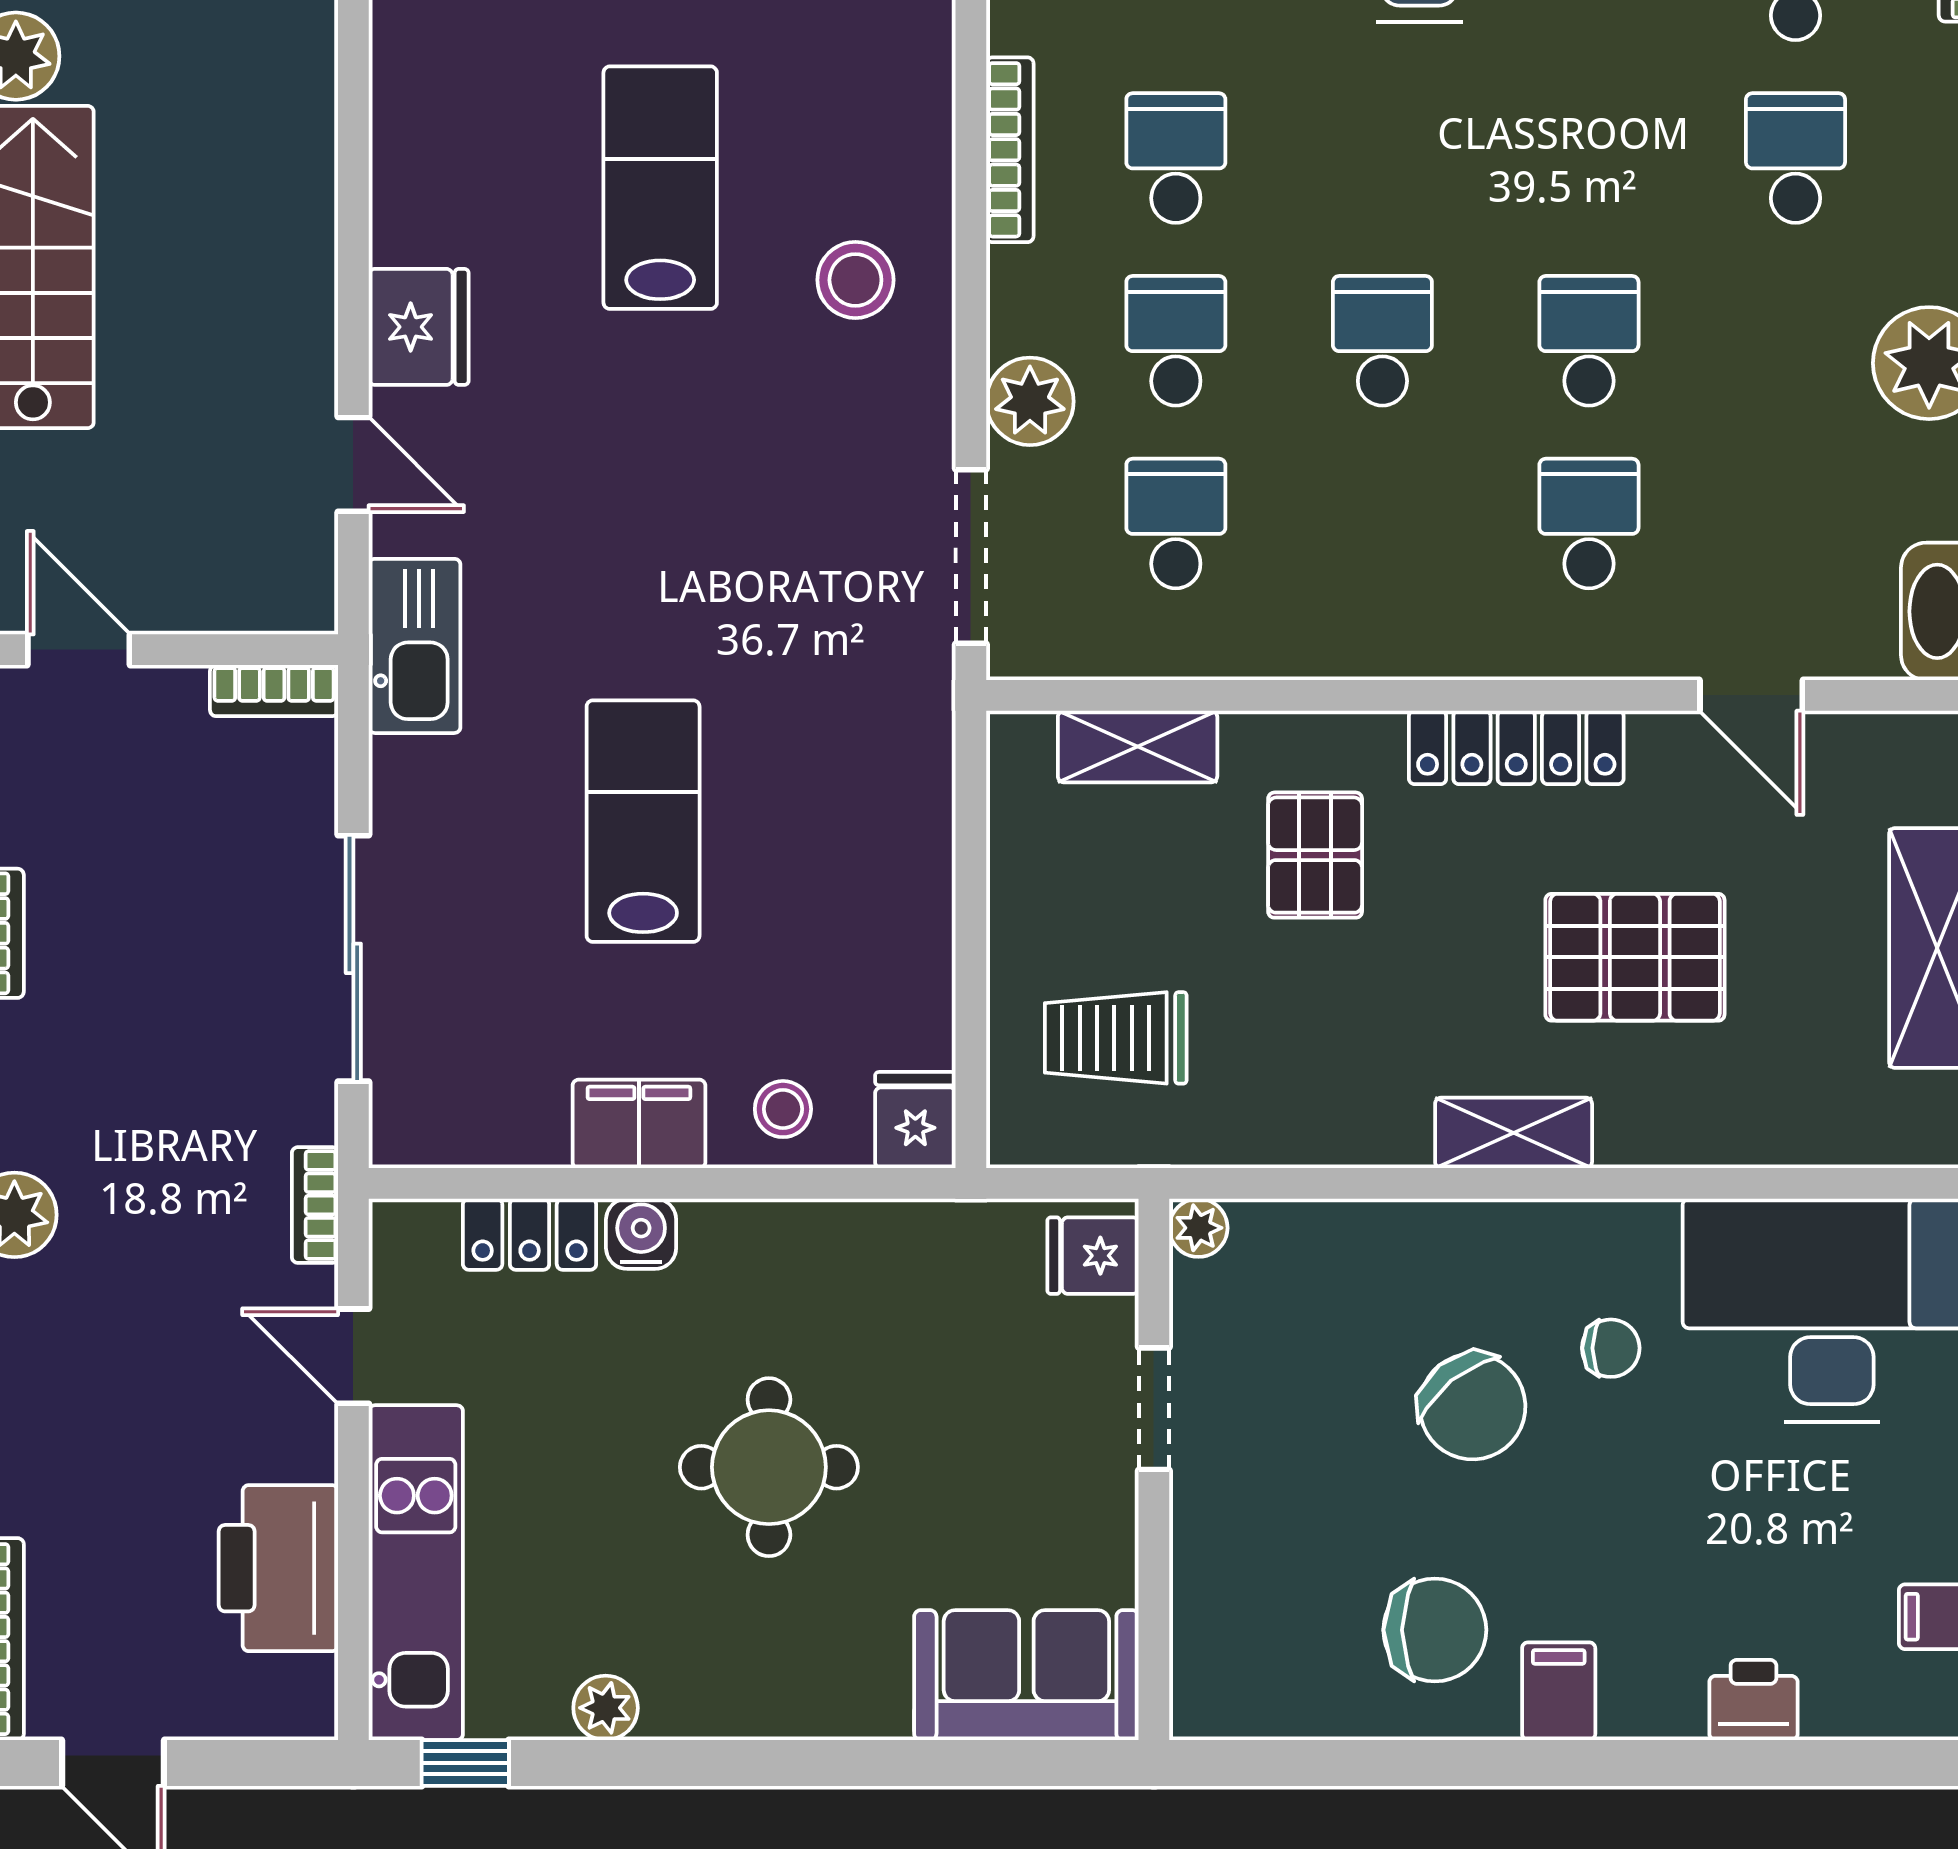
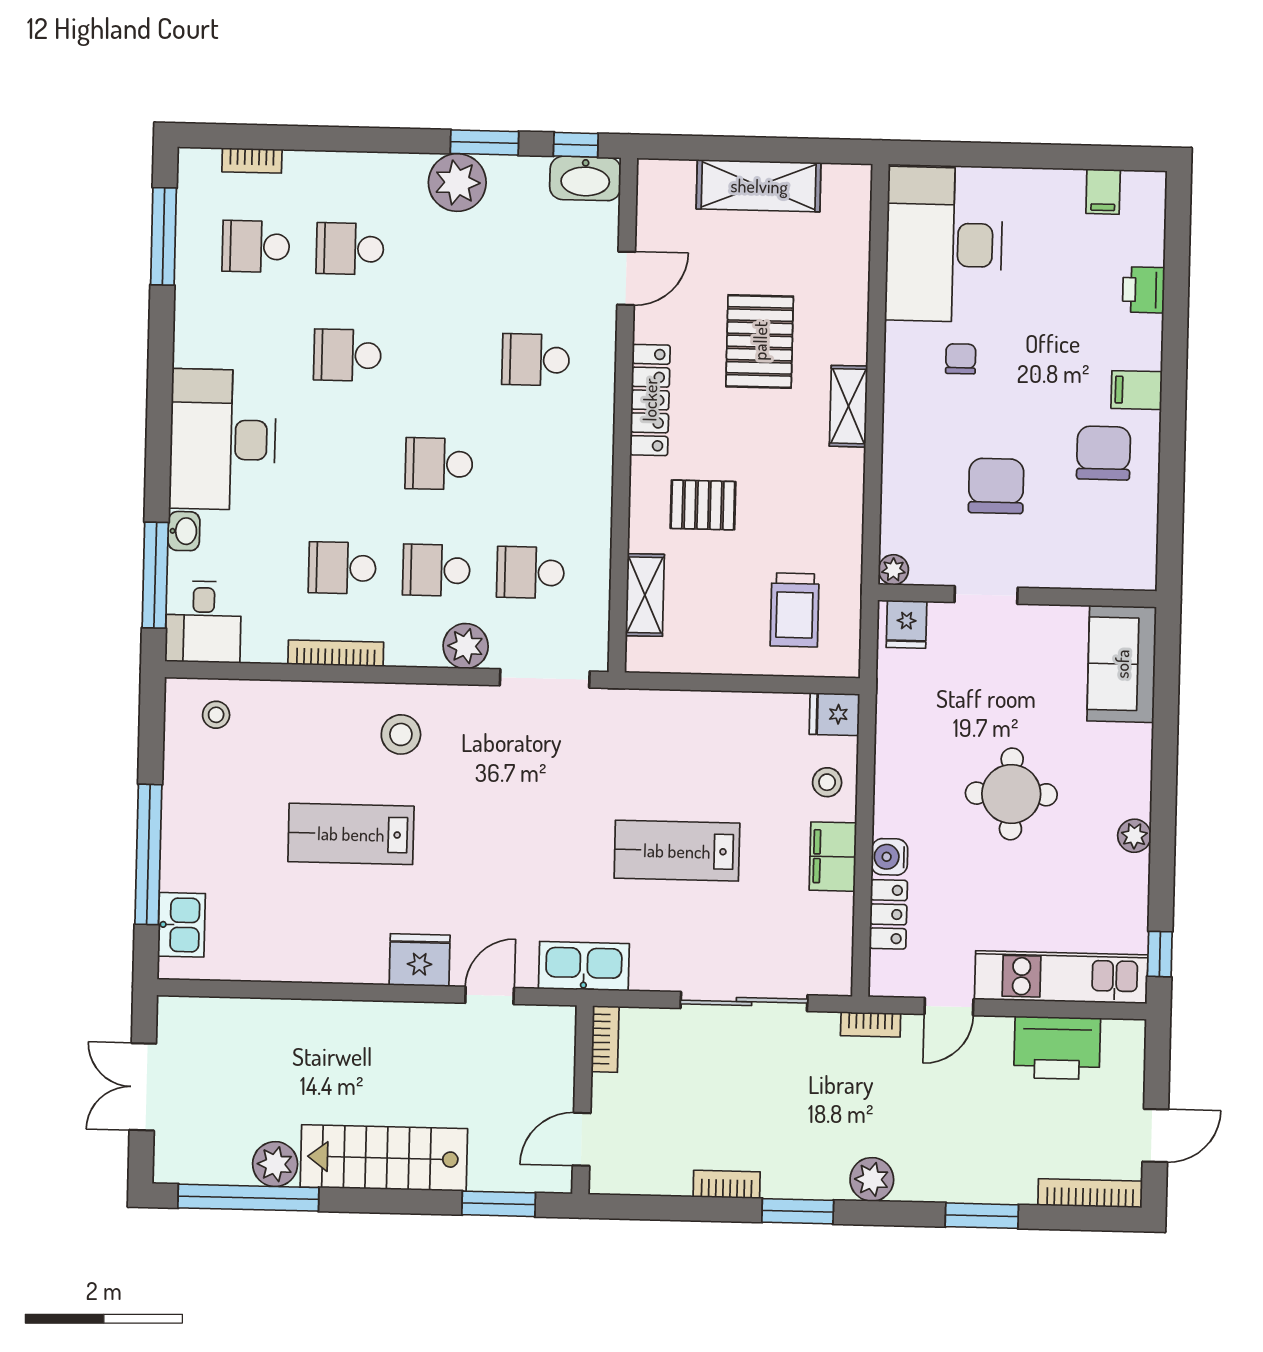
school desk: (1589, 341) -> (347, 355), moved
chair: (1473, 1407) -> (996, 486), moved, turned -51
plant: (606, 1708) -> (1134, 836), moved

